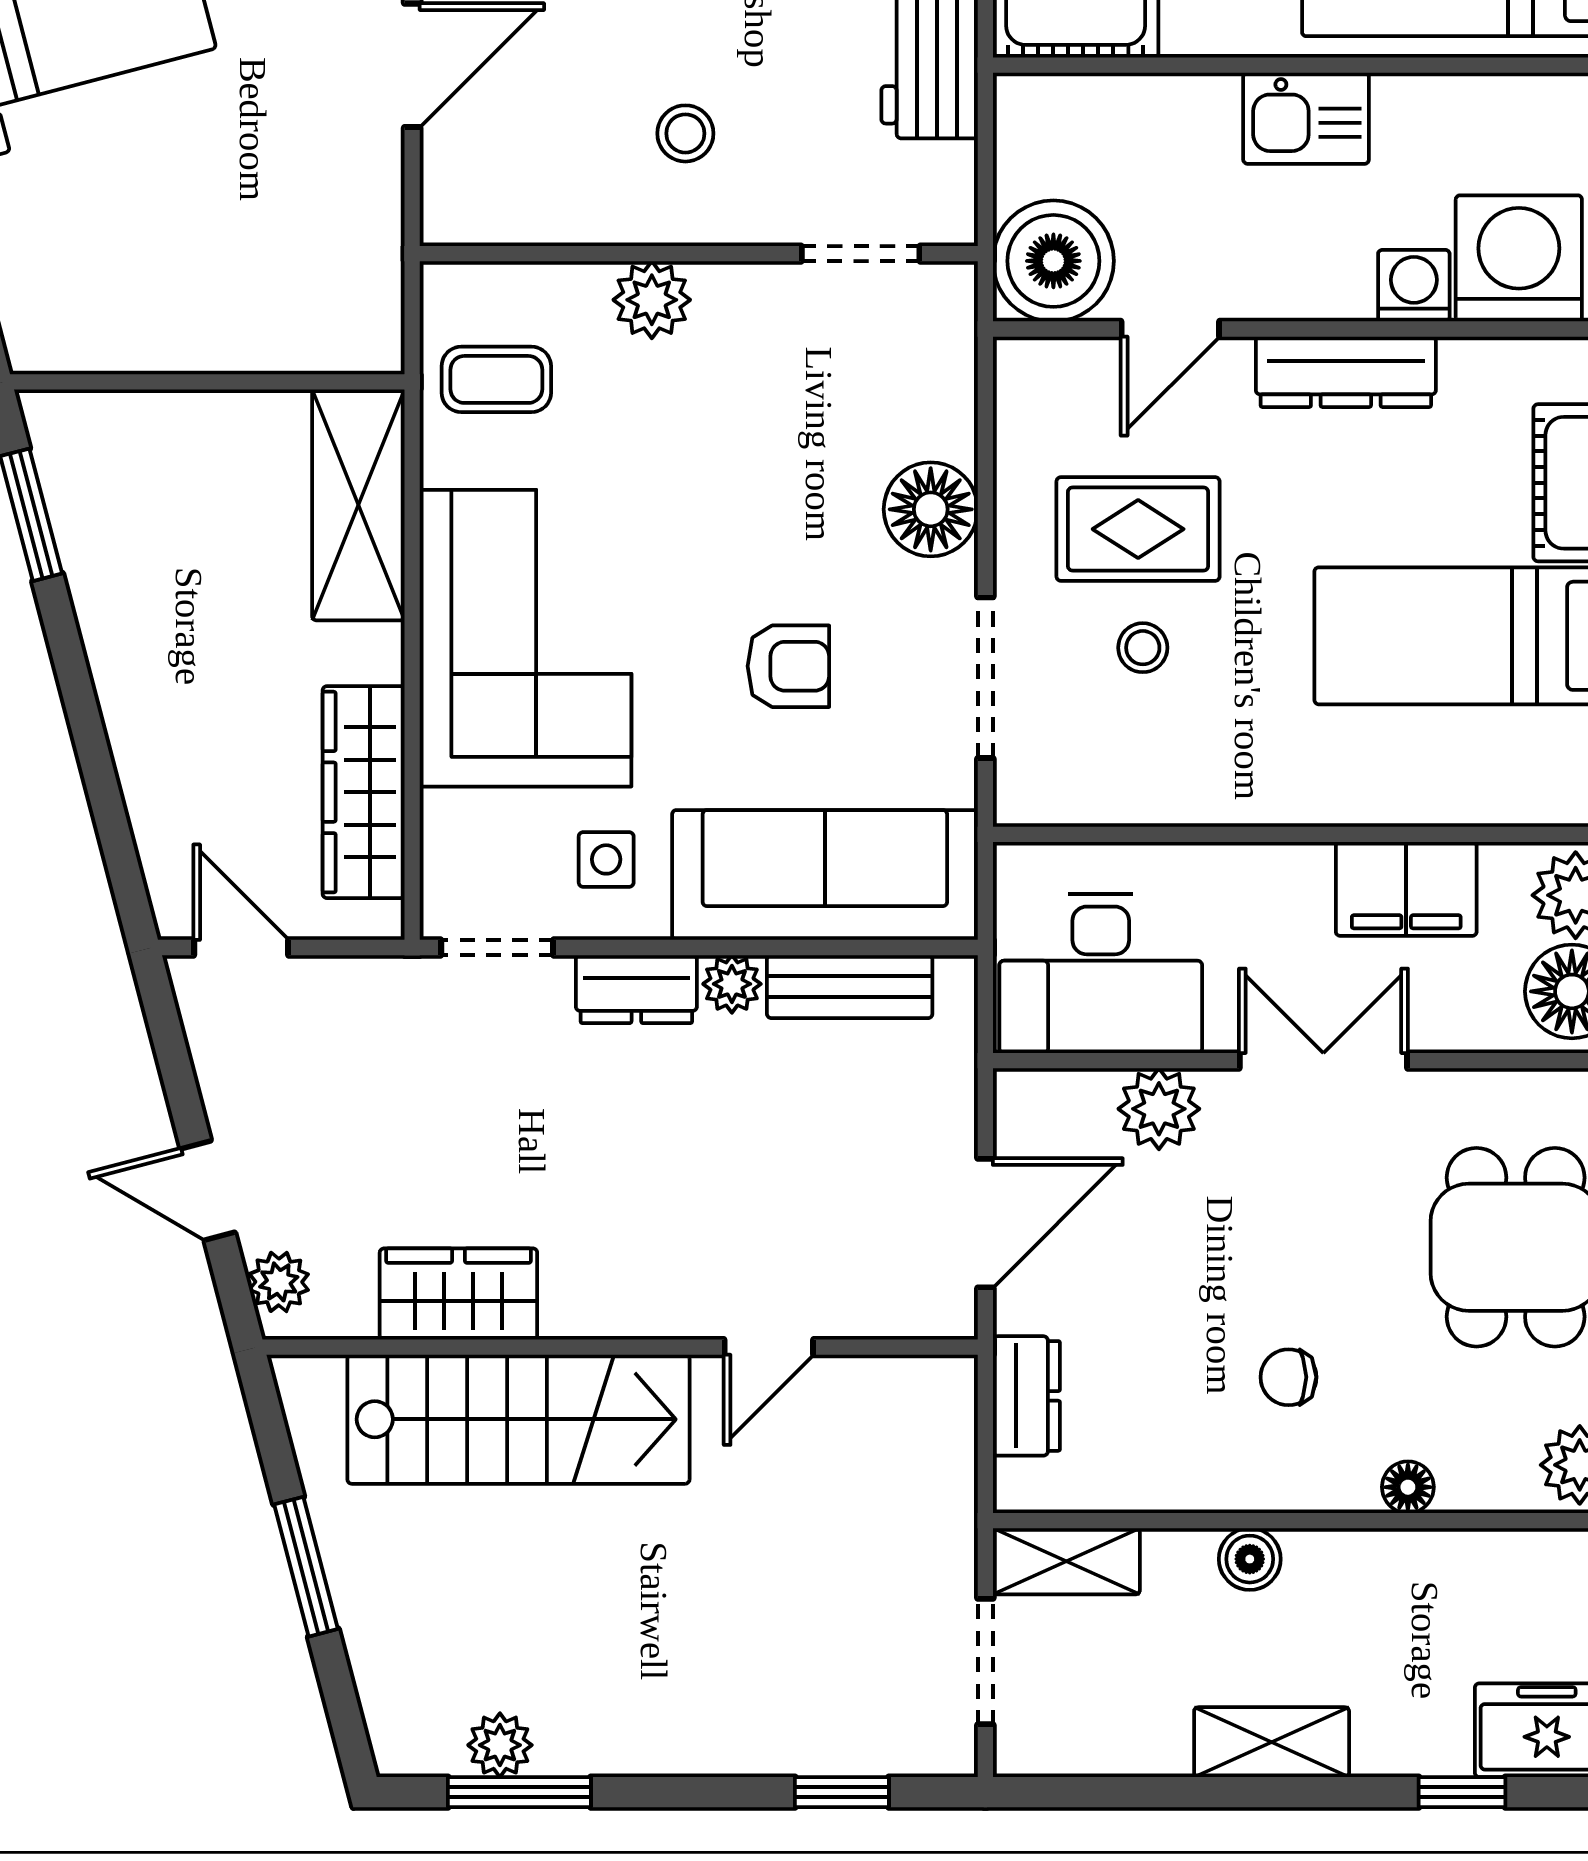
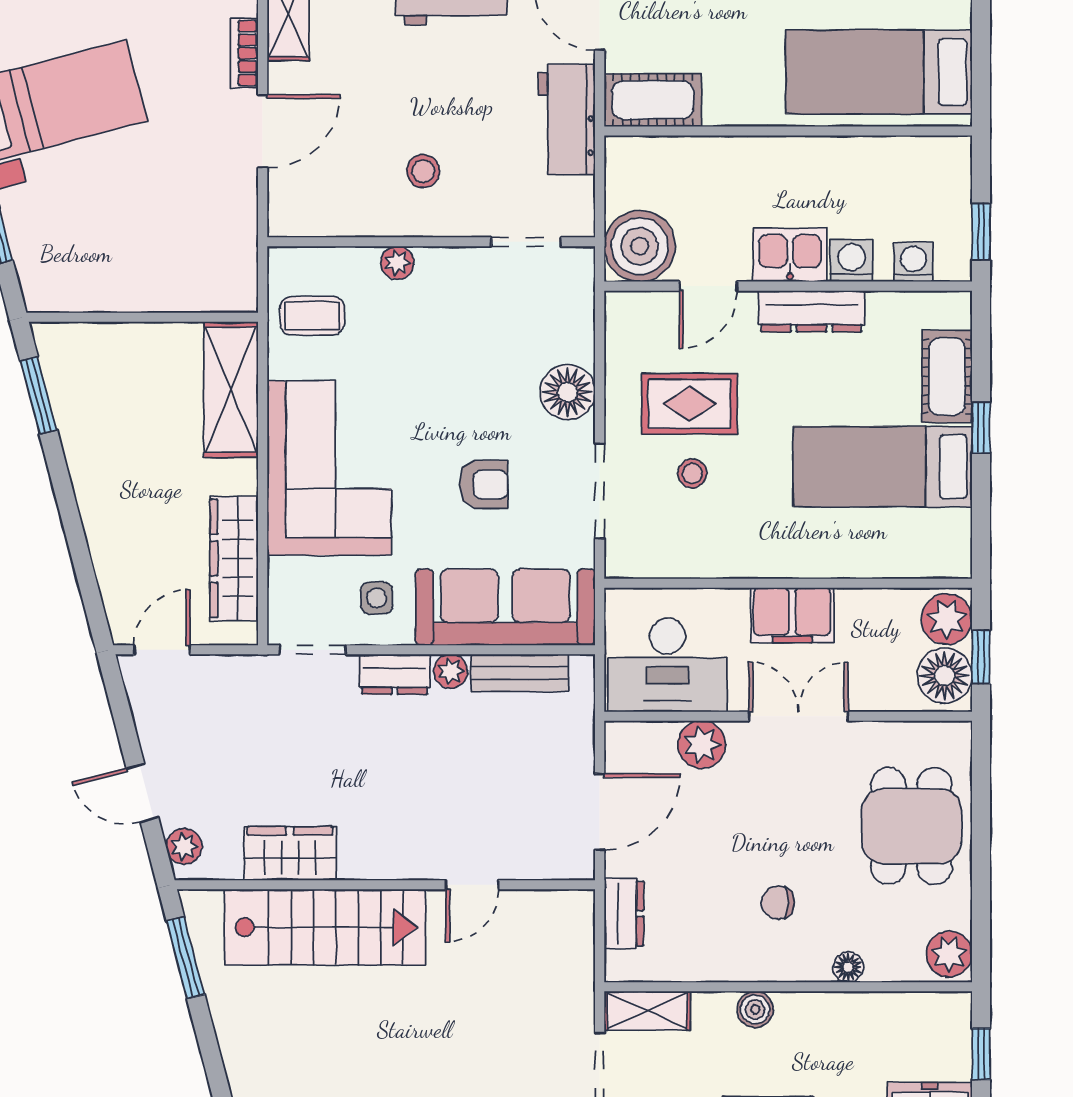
kitchen sink: (1306, 118) -> (790, 255), moved, turned 180
washing machine: (1519, 258) -> (913, 262), width x0.53, depth x0.53
plant: (652, 300) -> (397, 263), width x0.73, depth x0.73
filing cabinet: (1406, 889) -> (792, 615), moved
door: (241, 947) -> (162, 650), hinge flipped
window: (306, 1567) -> (186, 958), moved

